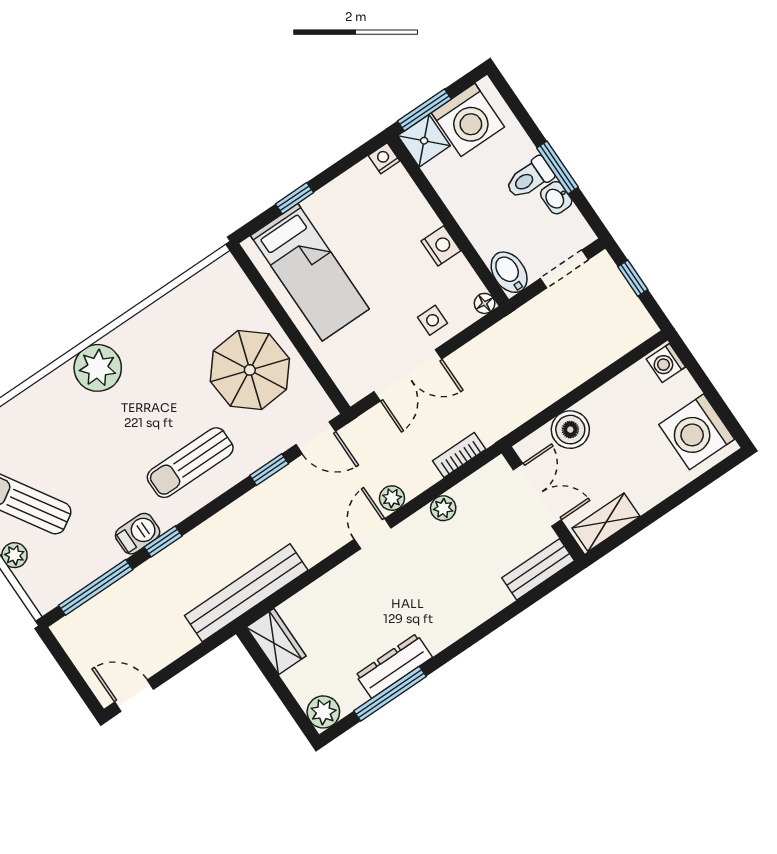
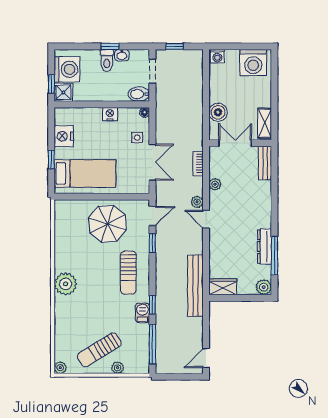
window: (424, 110) -> (51, 84), width x0.67
nightstand: (384, 158) -> (64, 136), moved, width x1.89, depth x1.79
window: (558, 167) -> (110, 46), width x0.67

